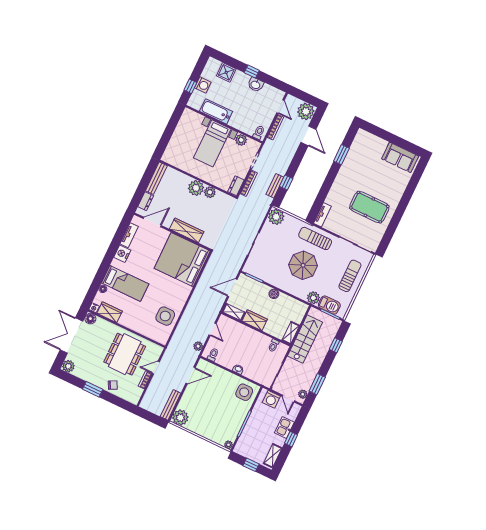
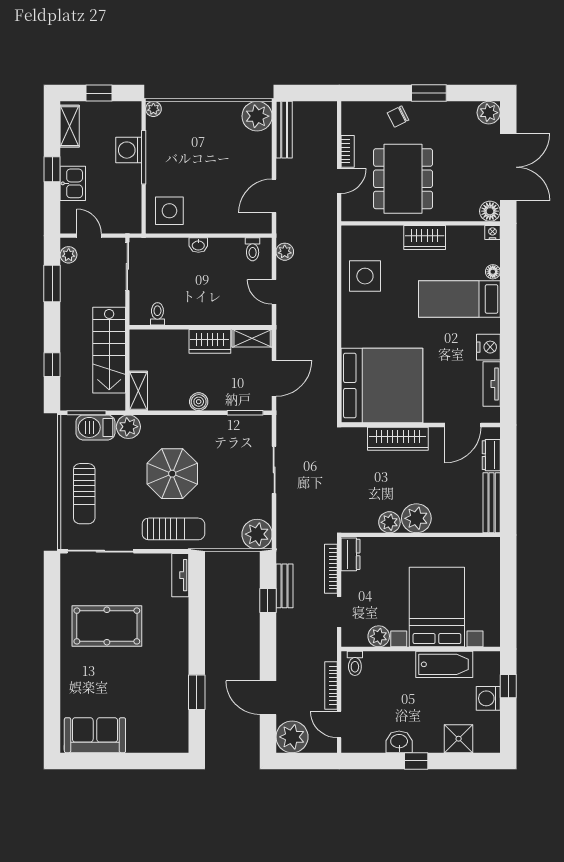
bed with nightstands: (212, 143) -> (437, 607), width x1.36
wardrobe: (110, 312) -> (425, 237), moved
shelving: (291, 333) -> (138, 391), moved
washing machine: (271, 399) -> (129, 150), moved, turned -90

